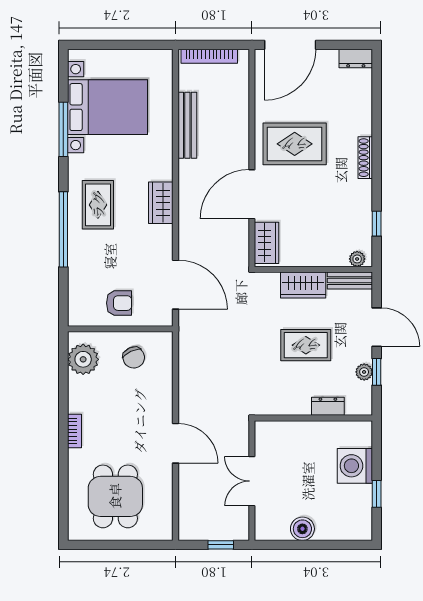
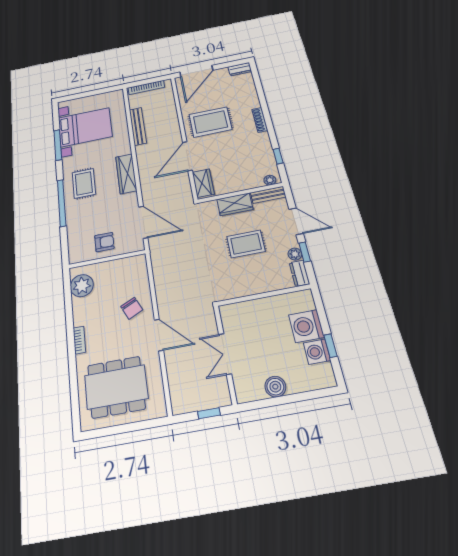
wardrobe: (161, 203) -> (126, 174), width x1.50
chair: (134, 358) -> (132, 308), moved
dresser: (328, 406) -> (299, 273), moved, turned -90
dining table: (115, 496) -> (116, 387), width x1.38
washing machine: (359, 498) -> (317, 352), added

